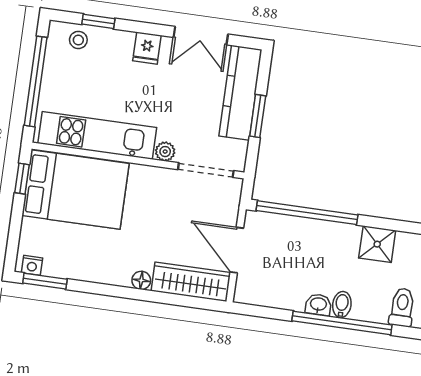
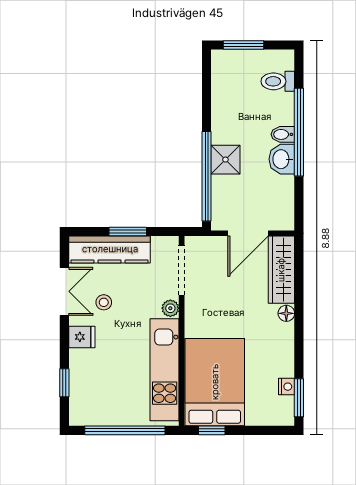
stool: (78, 40) -> (104, 302), moved
shower: (377, 244) -> (225, 160), moved
nightstand: (32, 265) -> (287, 387), moved
washbasin: (318, 305) -> (282, 159), width x1.38, depth x1.45

